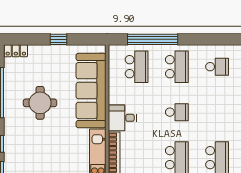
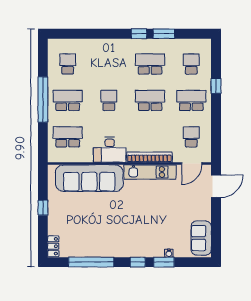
window: (153, 39) -> (43, 99), moved
round table: (40, 103) -> (100, 224), removed
desk: (122, 118) -> (110, 150), width x1.37

